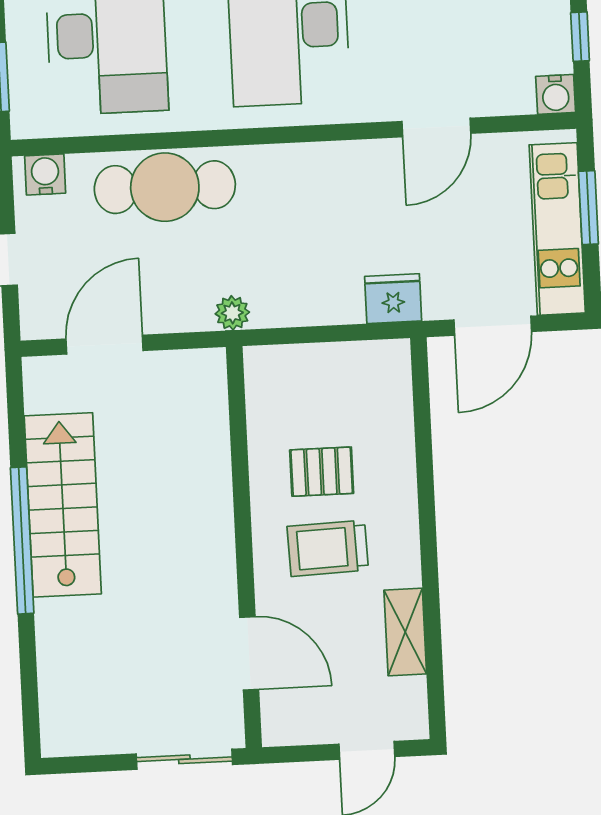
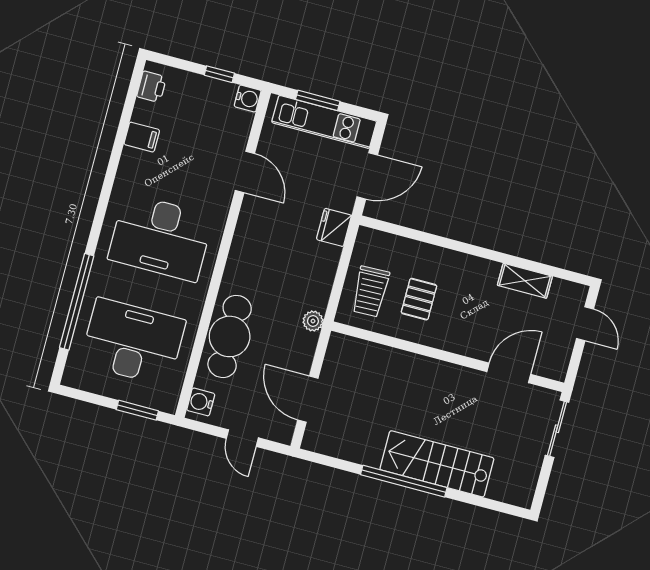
door: (493, 326) -> (367, 176), hinge flipped
stairs: (63, 505) -> (437, 464), moved
trolley: (328, 548) -> (370, 291), moved

